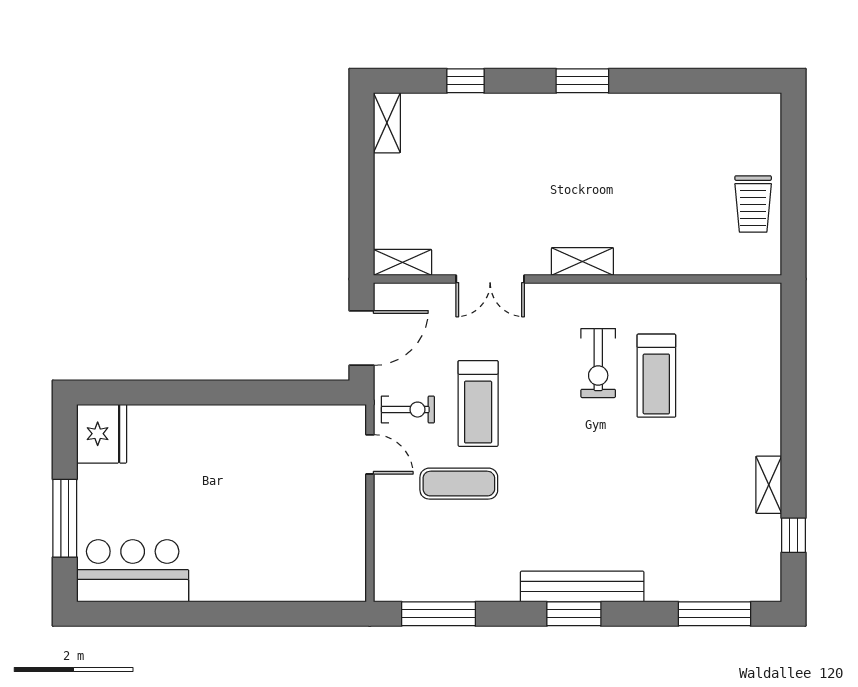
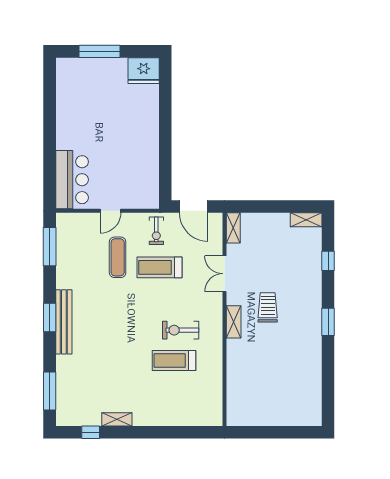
trolley: (753, 204) -> (268, 307), moved, turned 90
door: (370, 454) -> (110, 211), moved
bar counter: (133, 571) -> (72, 180), moved

